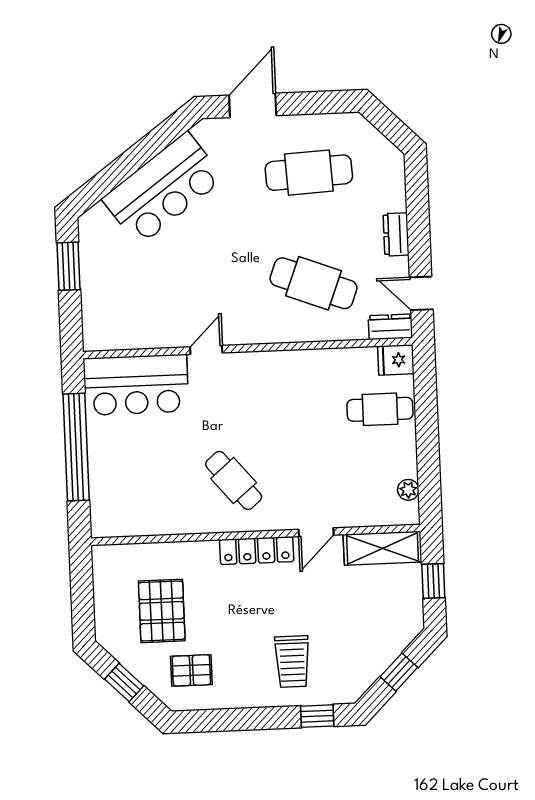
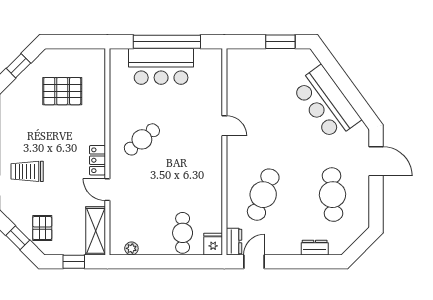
dresser: (396, 234) -> (315, 248), moved
bar counter: (136, 385) -> (161, 66), moved, turned -90
locker: (257, 551) -> (97, 160), width x0.66
pallet: (191, 670) -> (42, 228), moved

